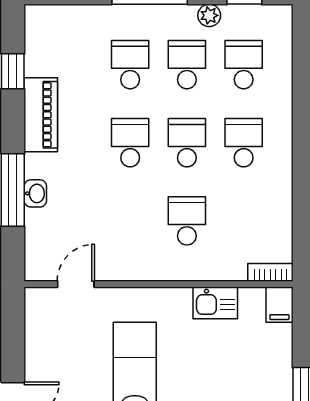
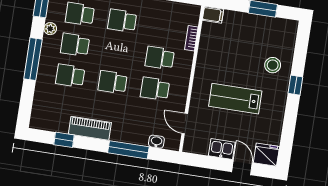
school desk: (187, 143) -> (155, 89), moved
washbasin: (35, 193) -> (156, 142), moved
bookcase: (270, 272) -> (191, 38), moved
kitchen sink: (215, 303) -> (222, 149), moved, turned -90

